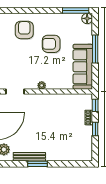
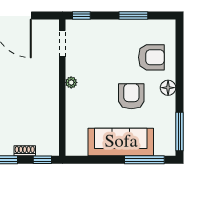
floor lamp: (87, 18) -> (168, 88), moved
window: (95, 49) -> (144, 160), moved
sofa: (83, 67) -> (121, 142), moved

